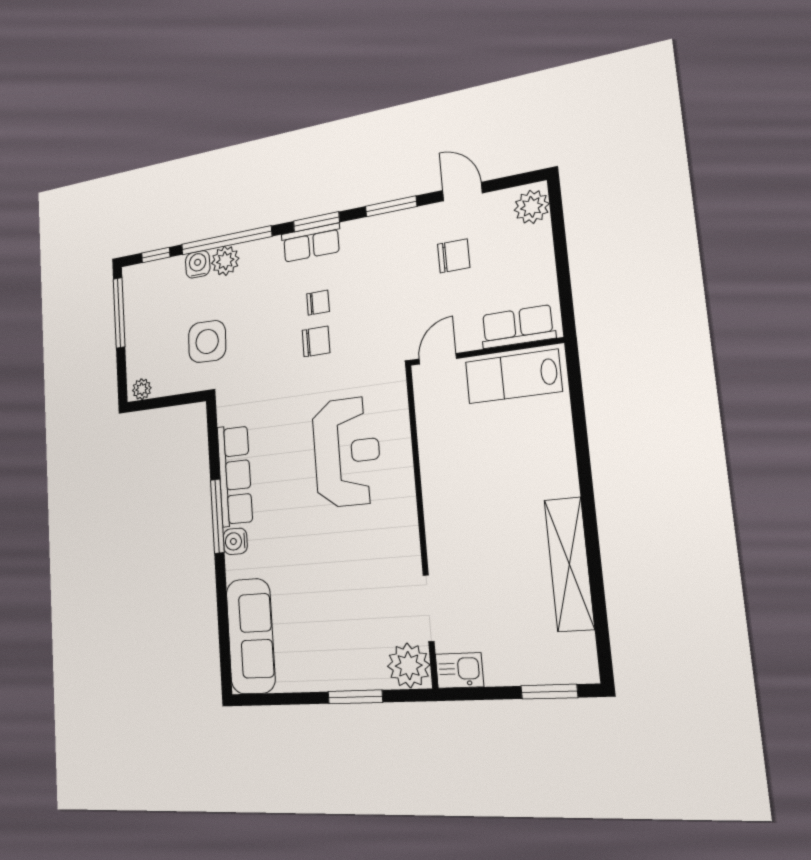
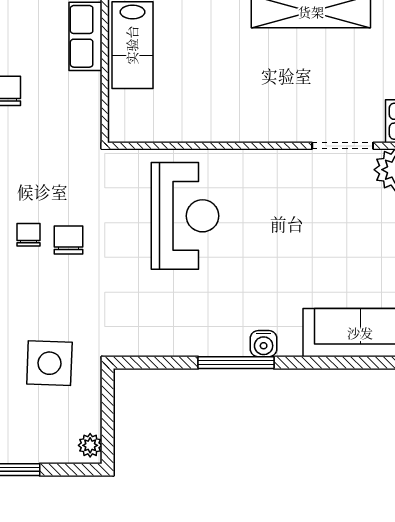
door: (438, 359) -> (105, 116), removed
reception desk: (347, 452) -> (185, 216), turned 90
row of seats: (235, 475) -> (196, 340), removed

